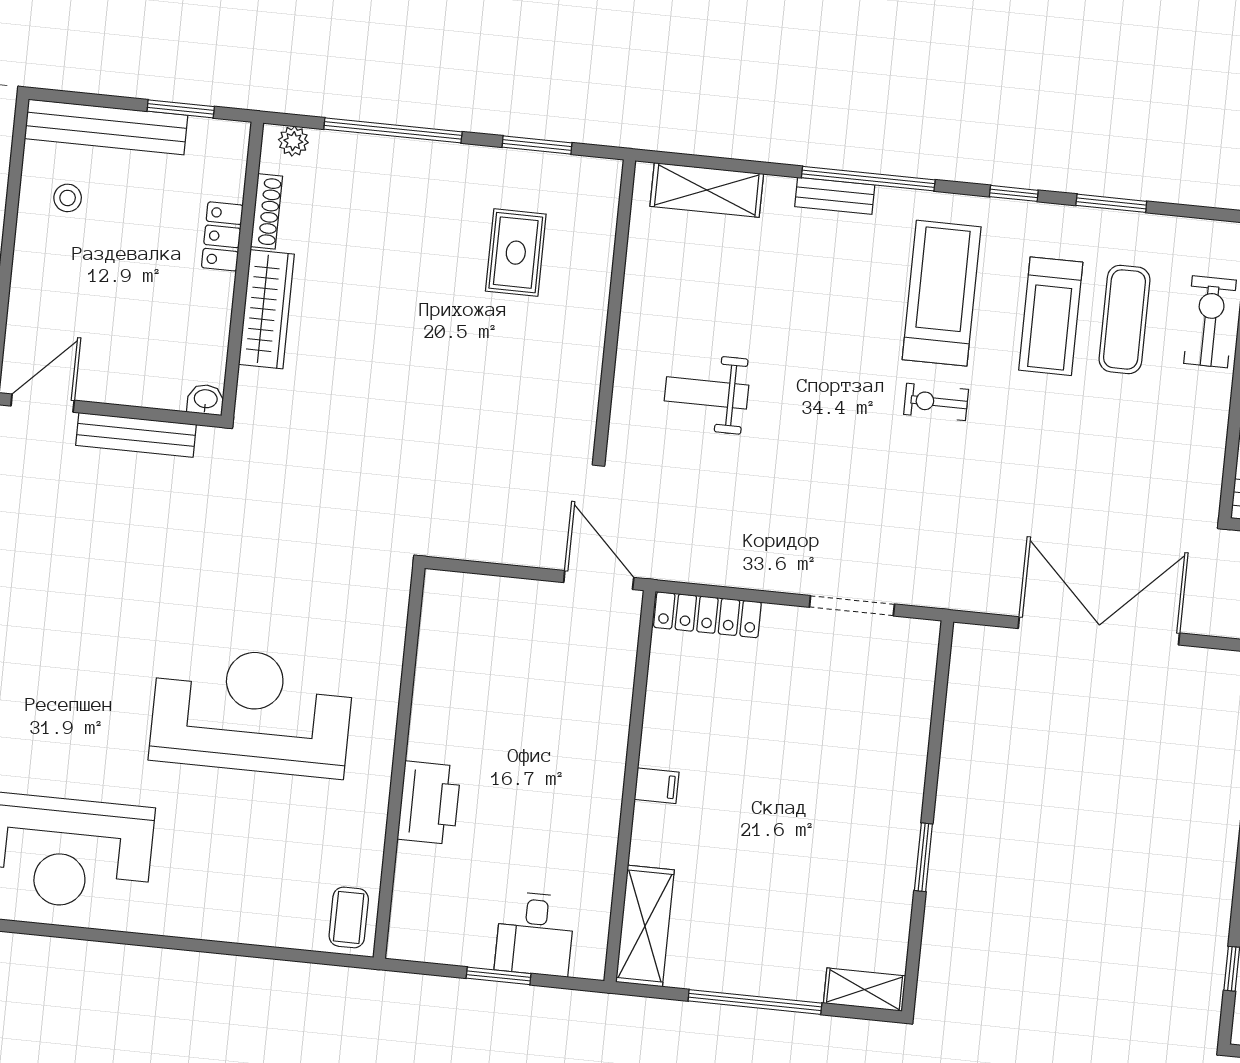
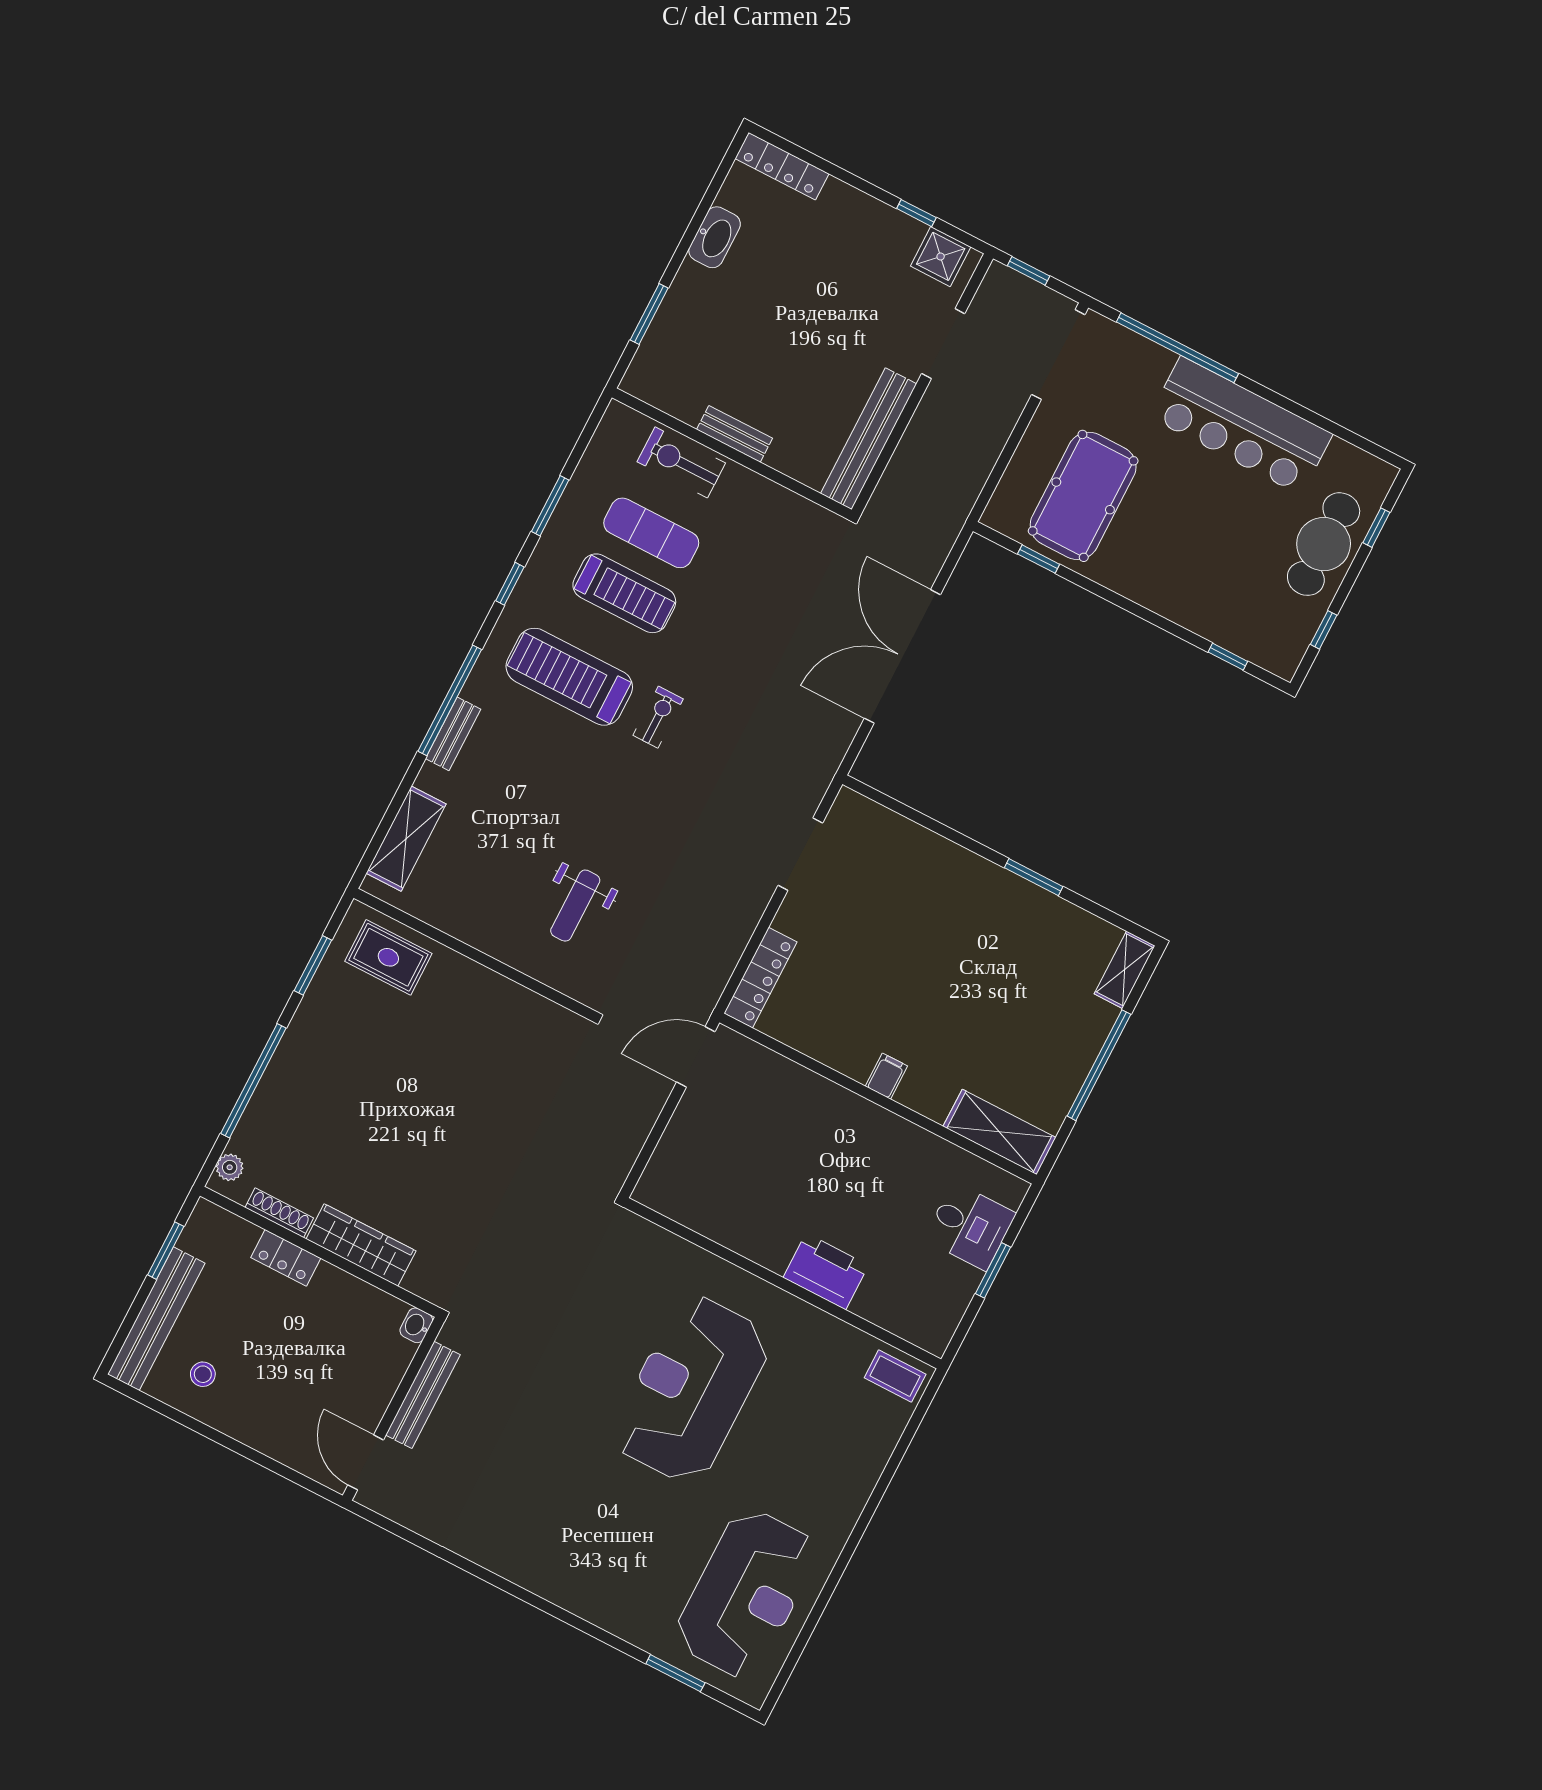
rug: (516, 253) -> (388, 957), moved
exercise bike: (936, 402) -> (658, 717), turned 180

